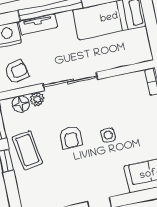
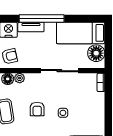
floor lamp: (137, 42) -> (96, 53), added
sliding door: (70, 81) -> (59, 71), moved

